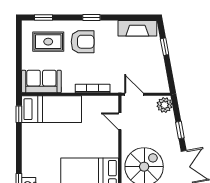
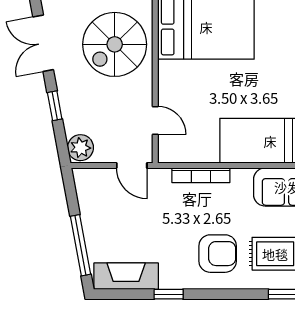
window: (91, 17) -> (169, 294), moved
armchair: (83, 42) -> (218, 254), turned 180
window: (165, 47) -> (80, 245), width x2.17

